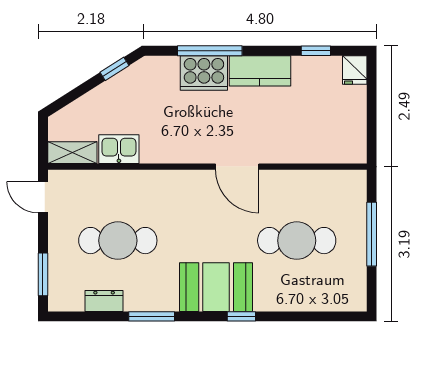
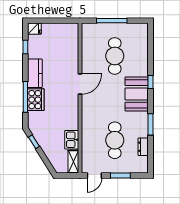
window: (43, 274) -> (120, 176), moved

